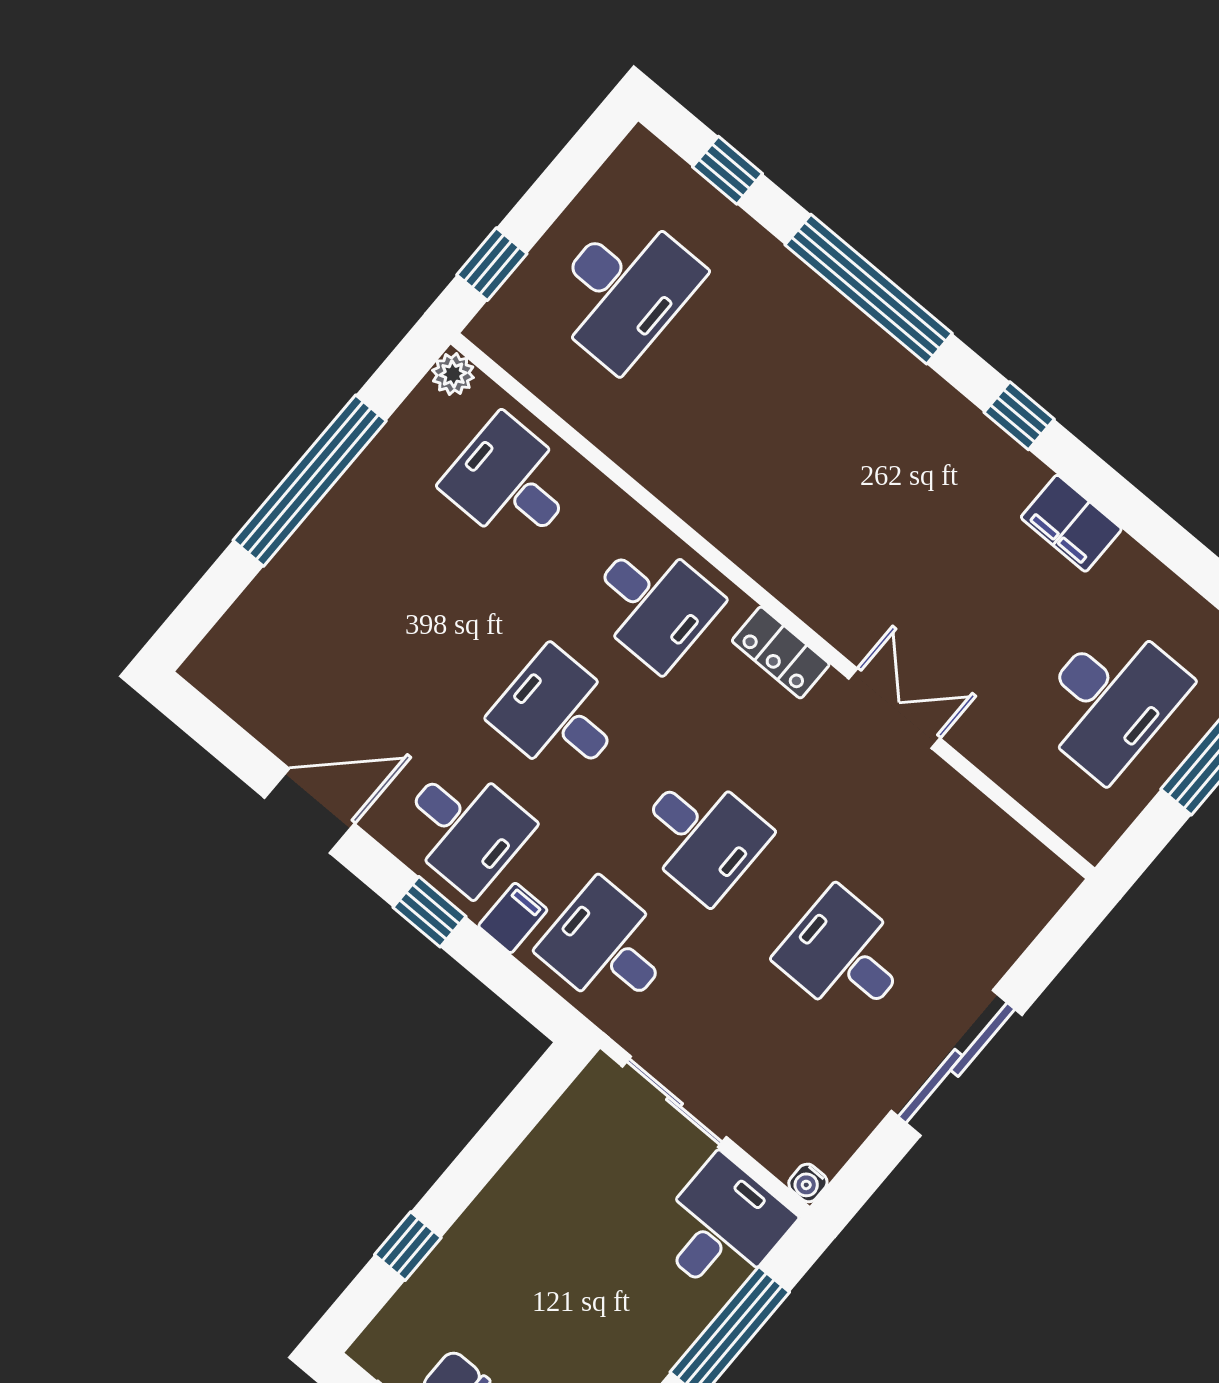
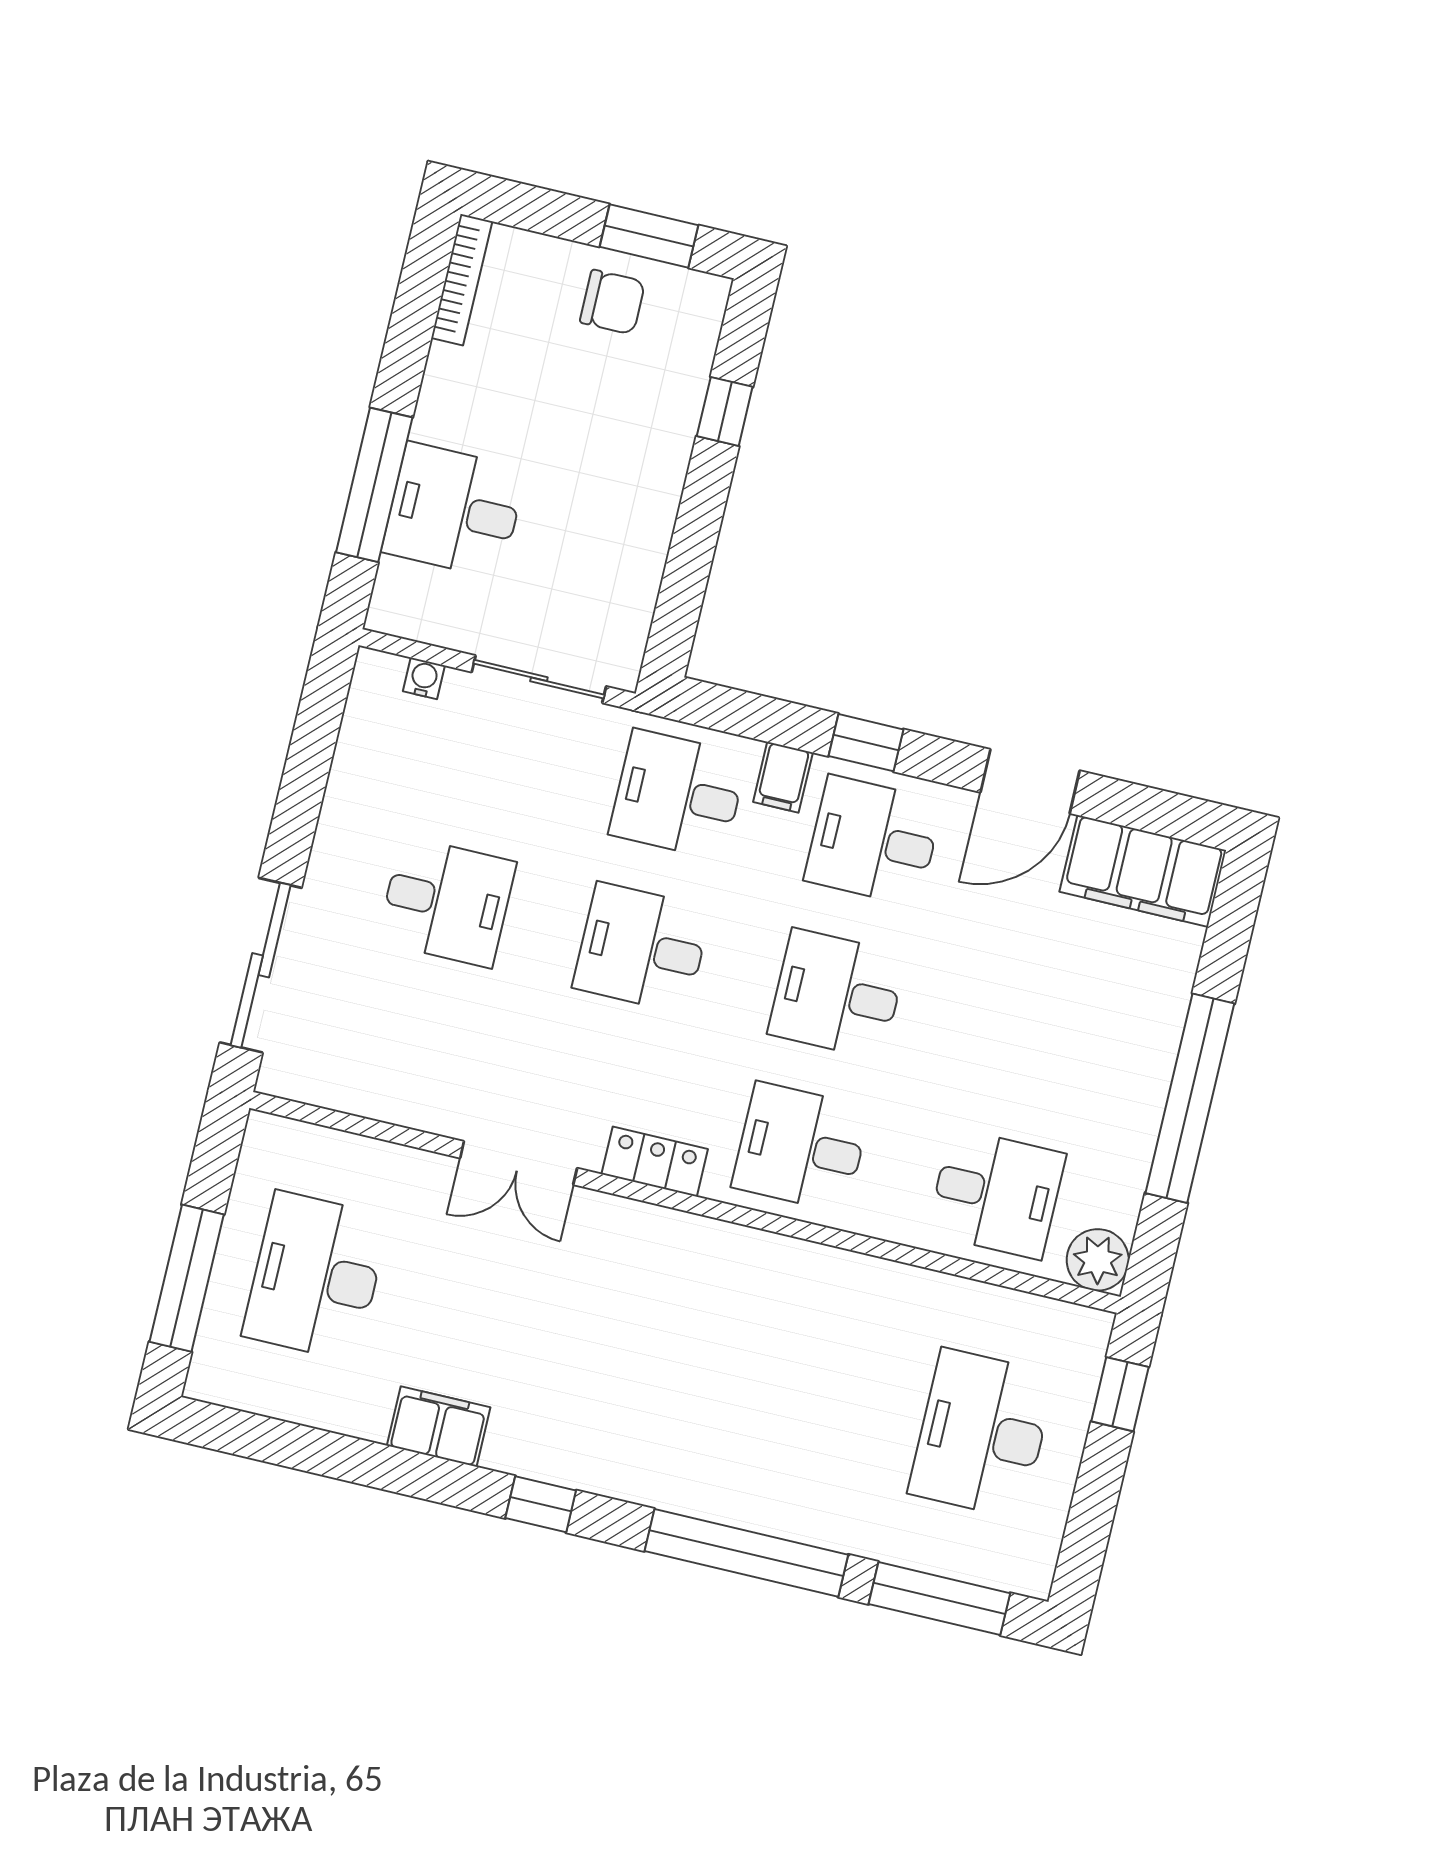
window: (728, 170) -> (939, 1599), width x2.17
plant: (453, 374) -> (1098, 1260), width x1.38, depth x1.38
filing cabinet: (253, 689) -> (1143, 871), added
desk: (559, 715) -> (837, 994), turned 180
desk: (607, 947) -> (678, 795), turned 180
sliding door: (957, 1063) -> (261, 965), moved
water cooler: (808, 1183) -> (424, 678), moved
desk: (722, 1227) -> (454, 510), moved, turned 90

